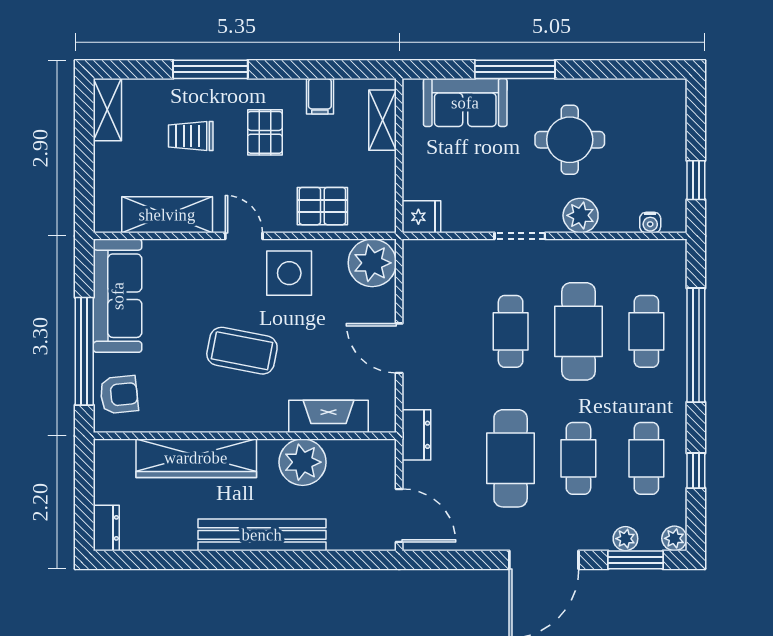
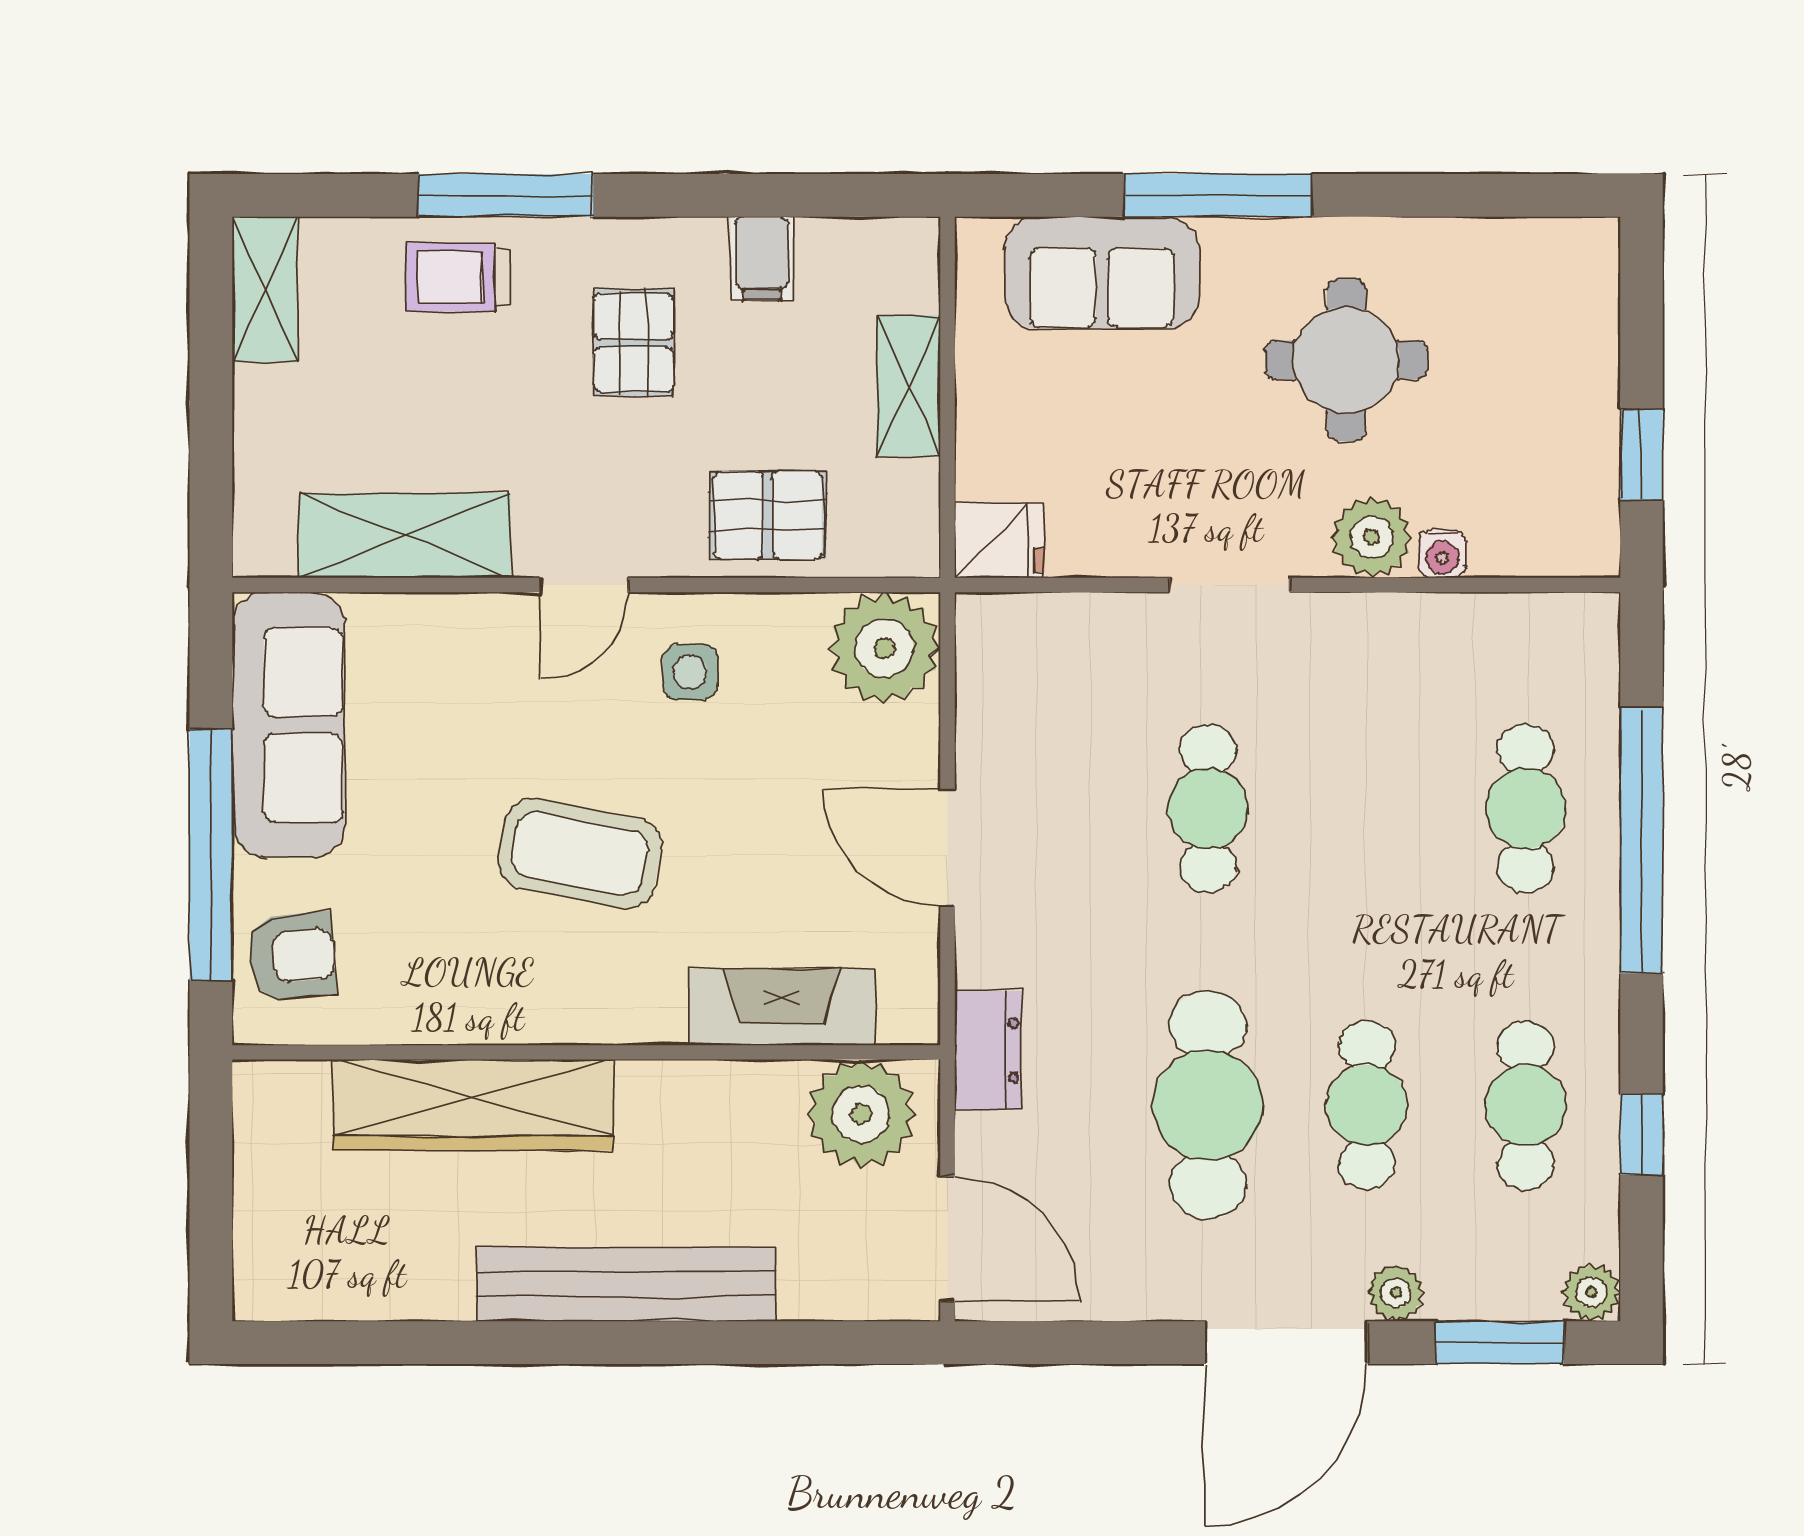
shelving: (383, 120) -> (909, 386), moved
trolley: (191, 136) -> (458, 277), moved
water cooler: (650, 223) -> (1442, 554), moved
door: (244, 236) -> (584, 585), swing flipped
side table: (289, 273) -> (690, 672), width x0.54, depth x0.54
cafe table: (578, 331) -> (1367, 808), removed
plant: (303, 462) -> (861, 1114), moved
dresser: (106, 528) -> (262, 1268), removed
plant: (625, 539) -> (1396, 1293), moved

